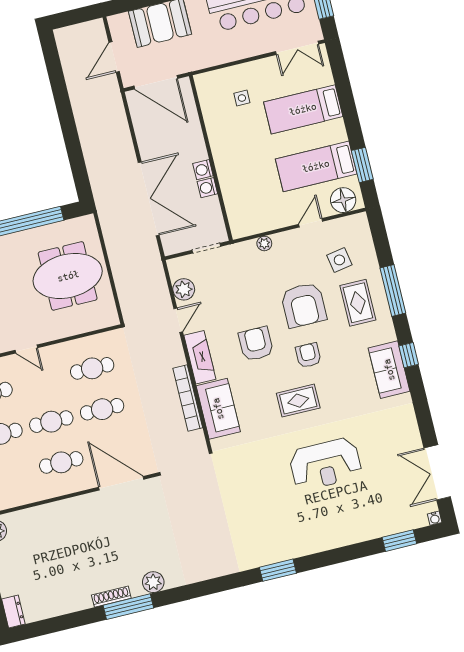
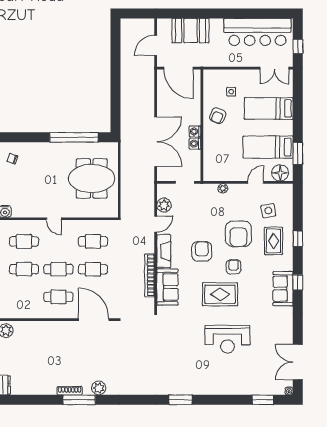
armchair: (231, 138) -> (218, 116), added
window: (393, 291) -> (298, 239), width x0.46
rug: (298, 401) -> (220, 294), width x1.36, depth x1.43

